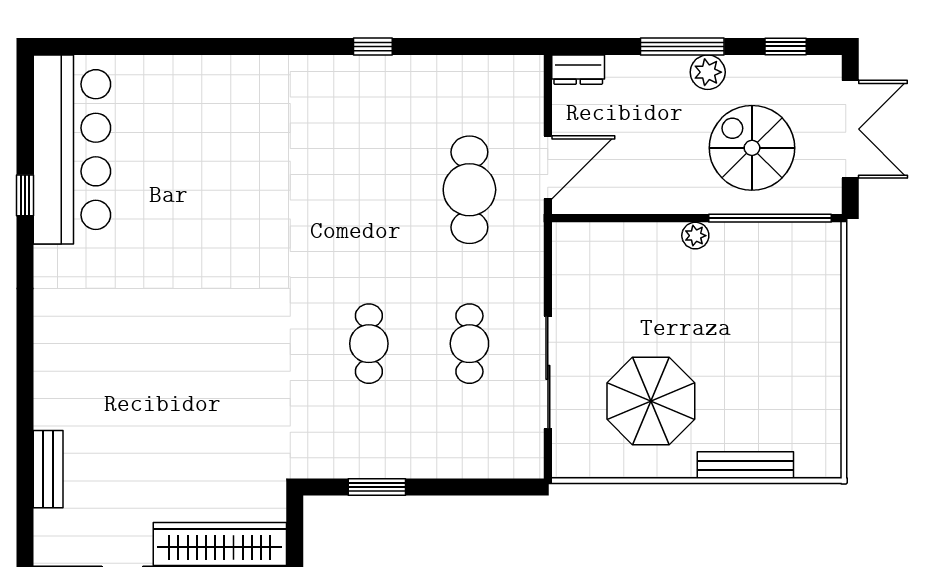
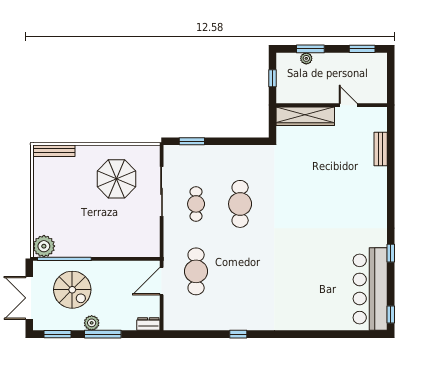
window: (786, 46) -> (57, 334), width x1.50
window: (25, 91) -> (391, 314), added
window: (25, 195) -> (391, 253), moved
plant: (695, 236) -> (44, 246), moved, width x1.88, depth x1.88
cafe table: (369, 344) -> (240, 204), width x1.37, depth x1.35
bench: (745, 465) -> (54, 151), moved
window: (377, 487) -> (192, 141), moved

